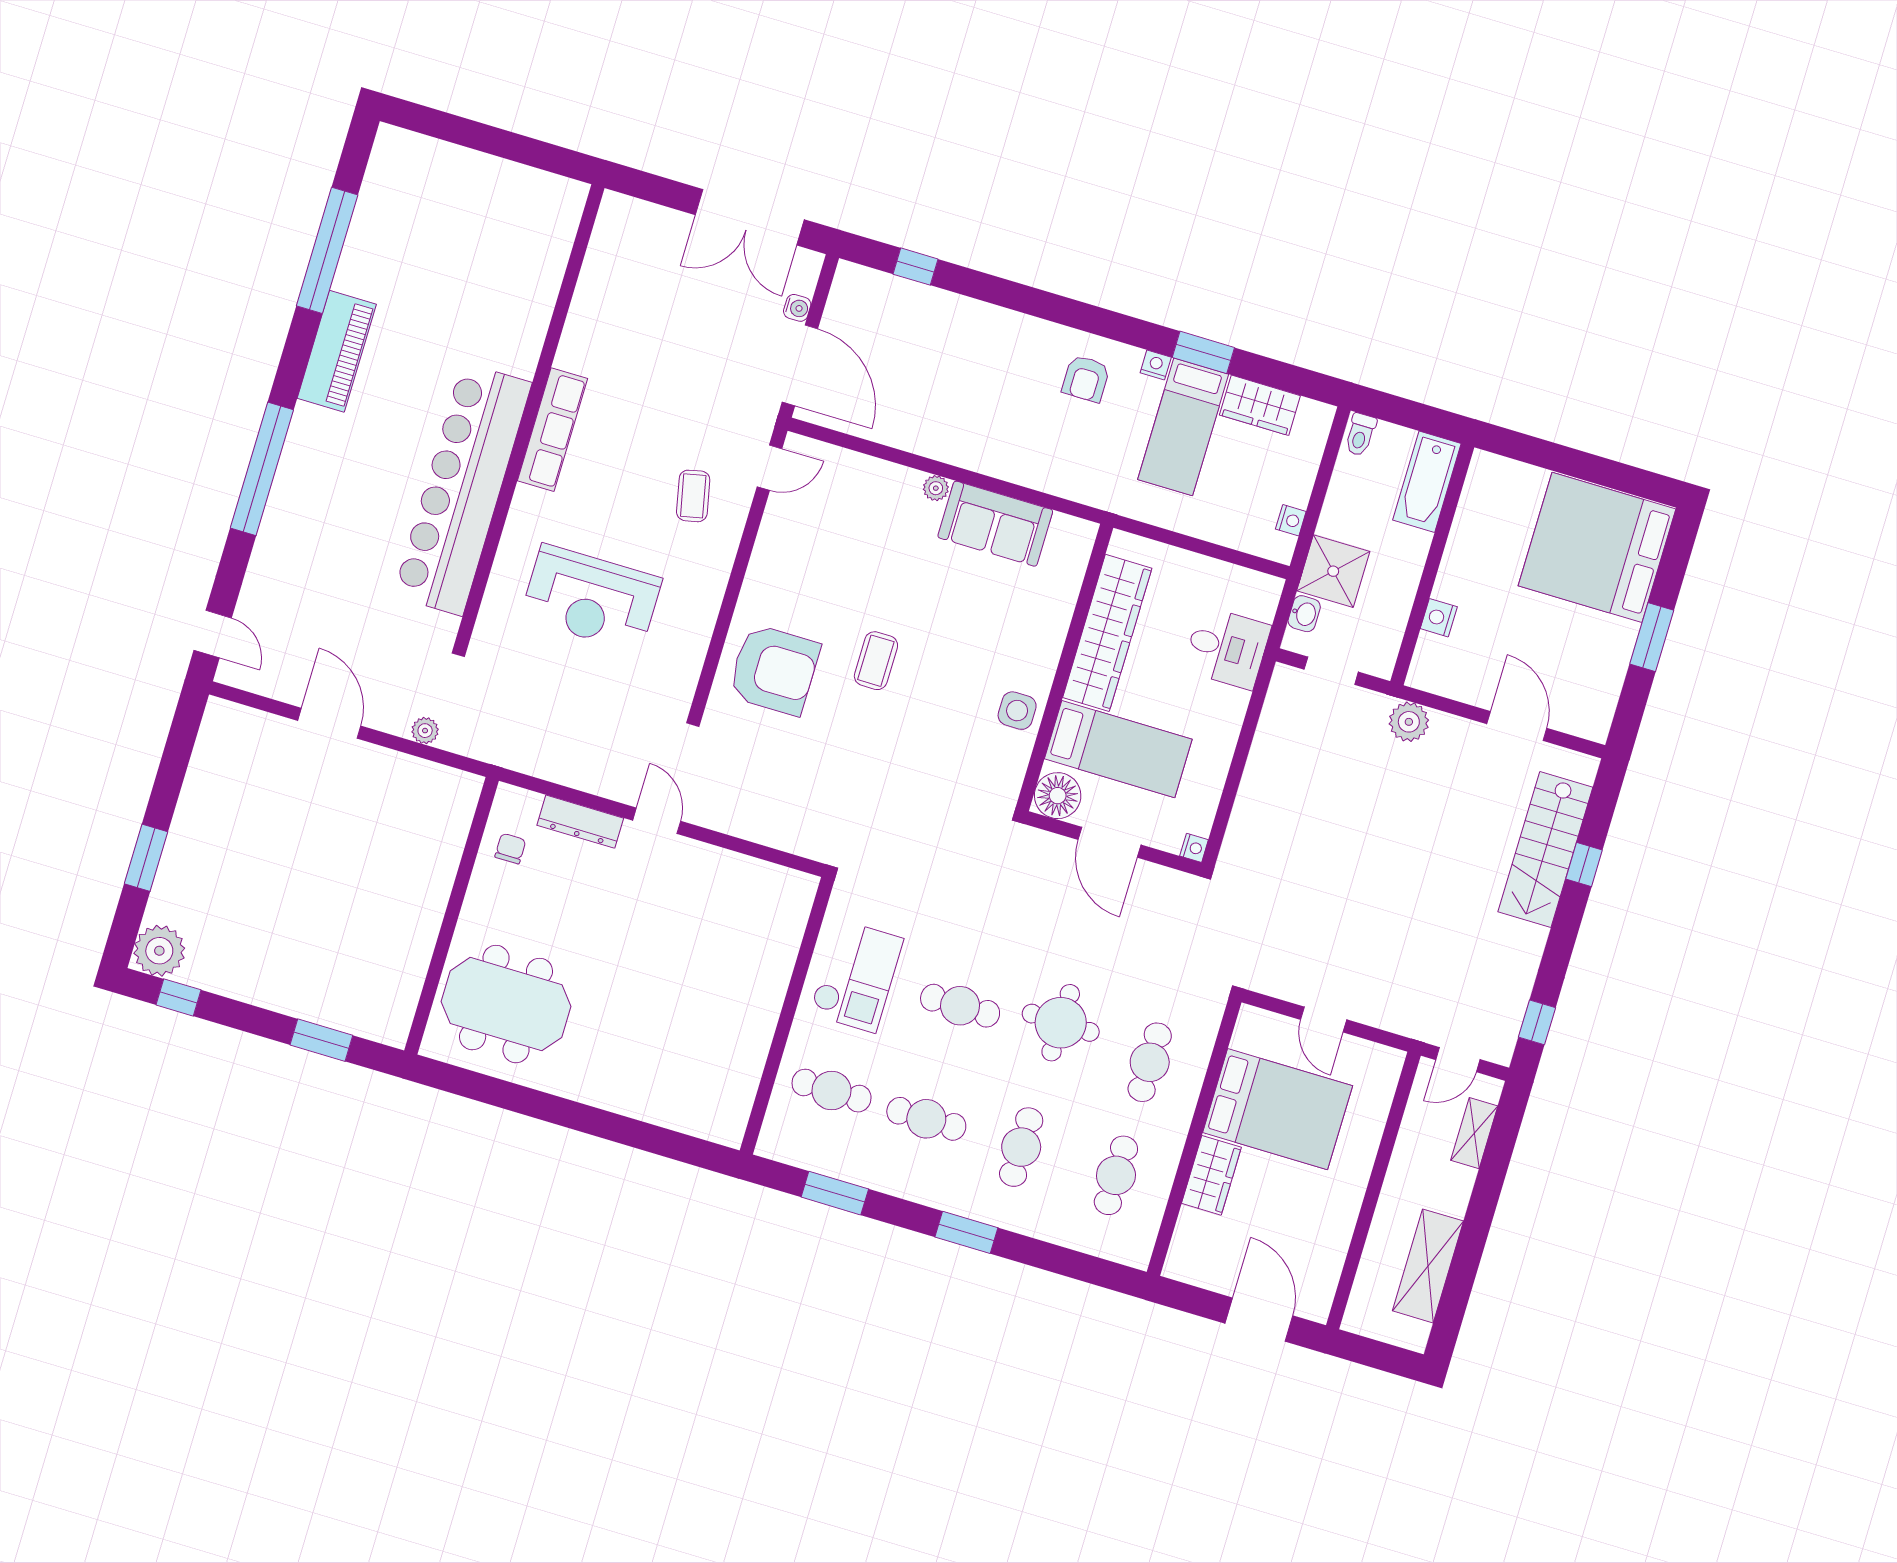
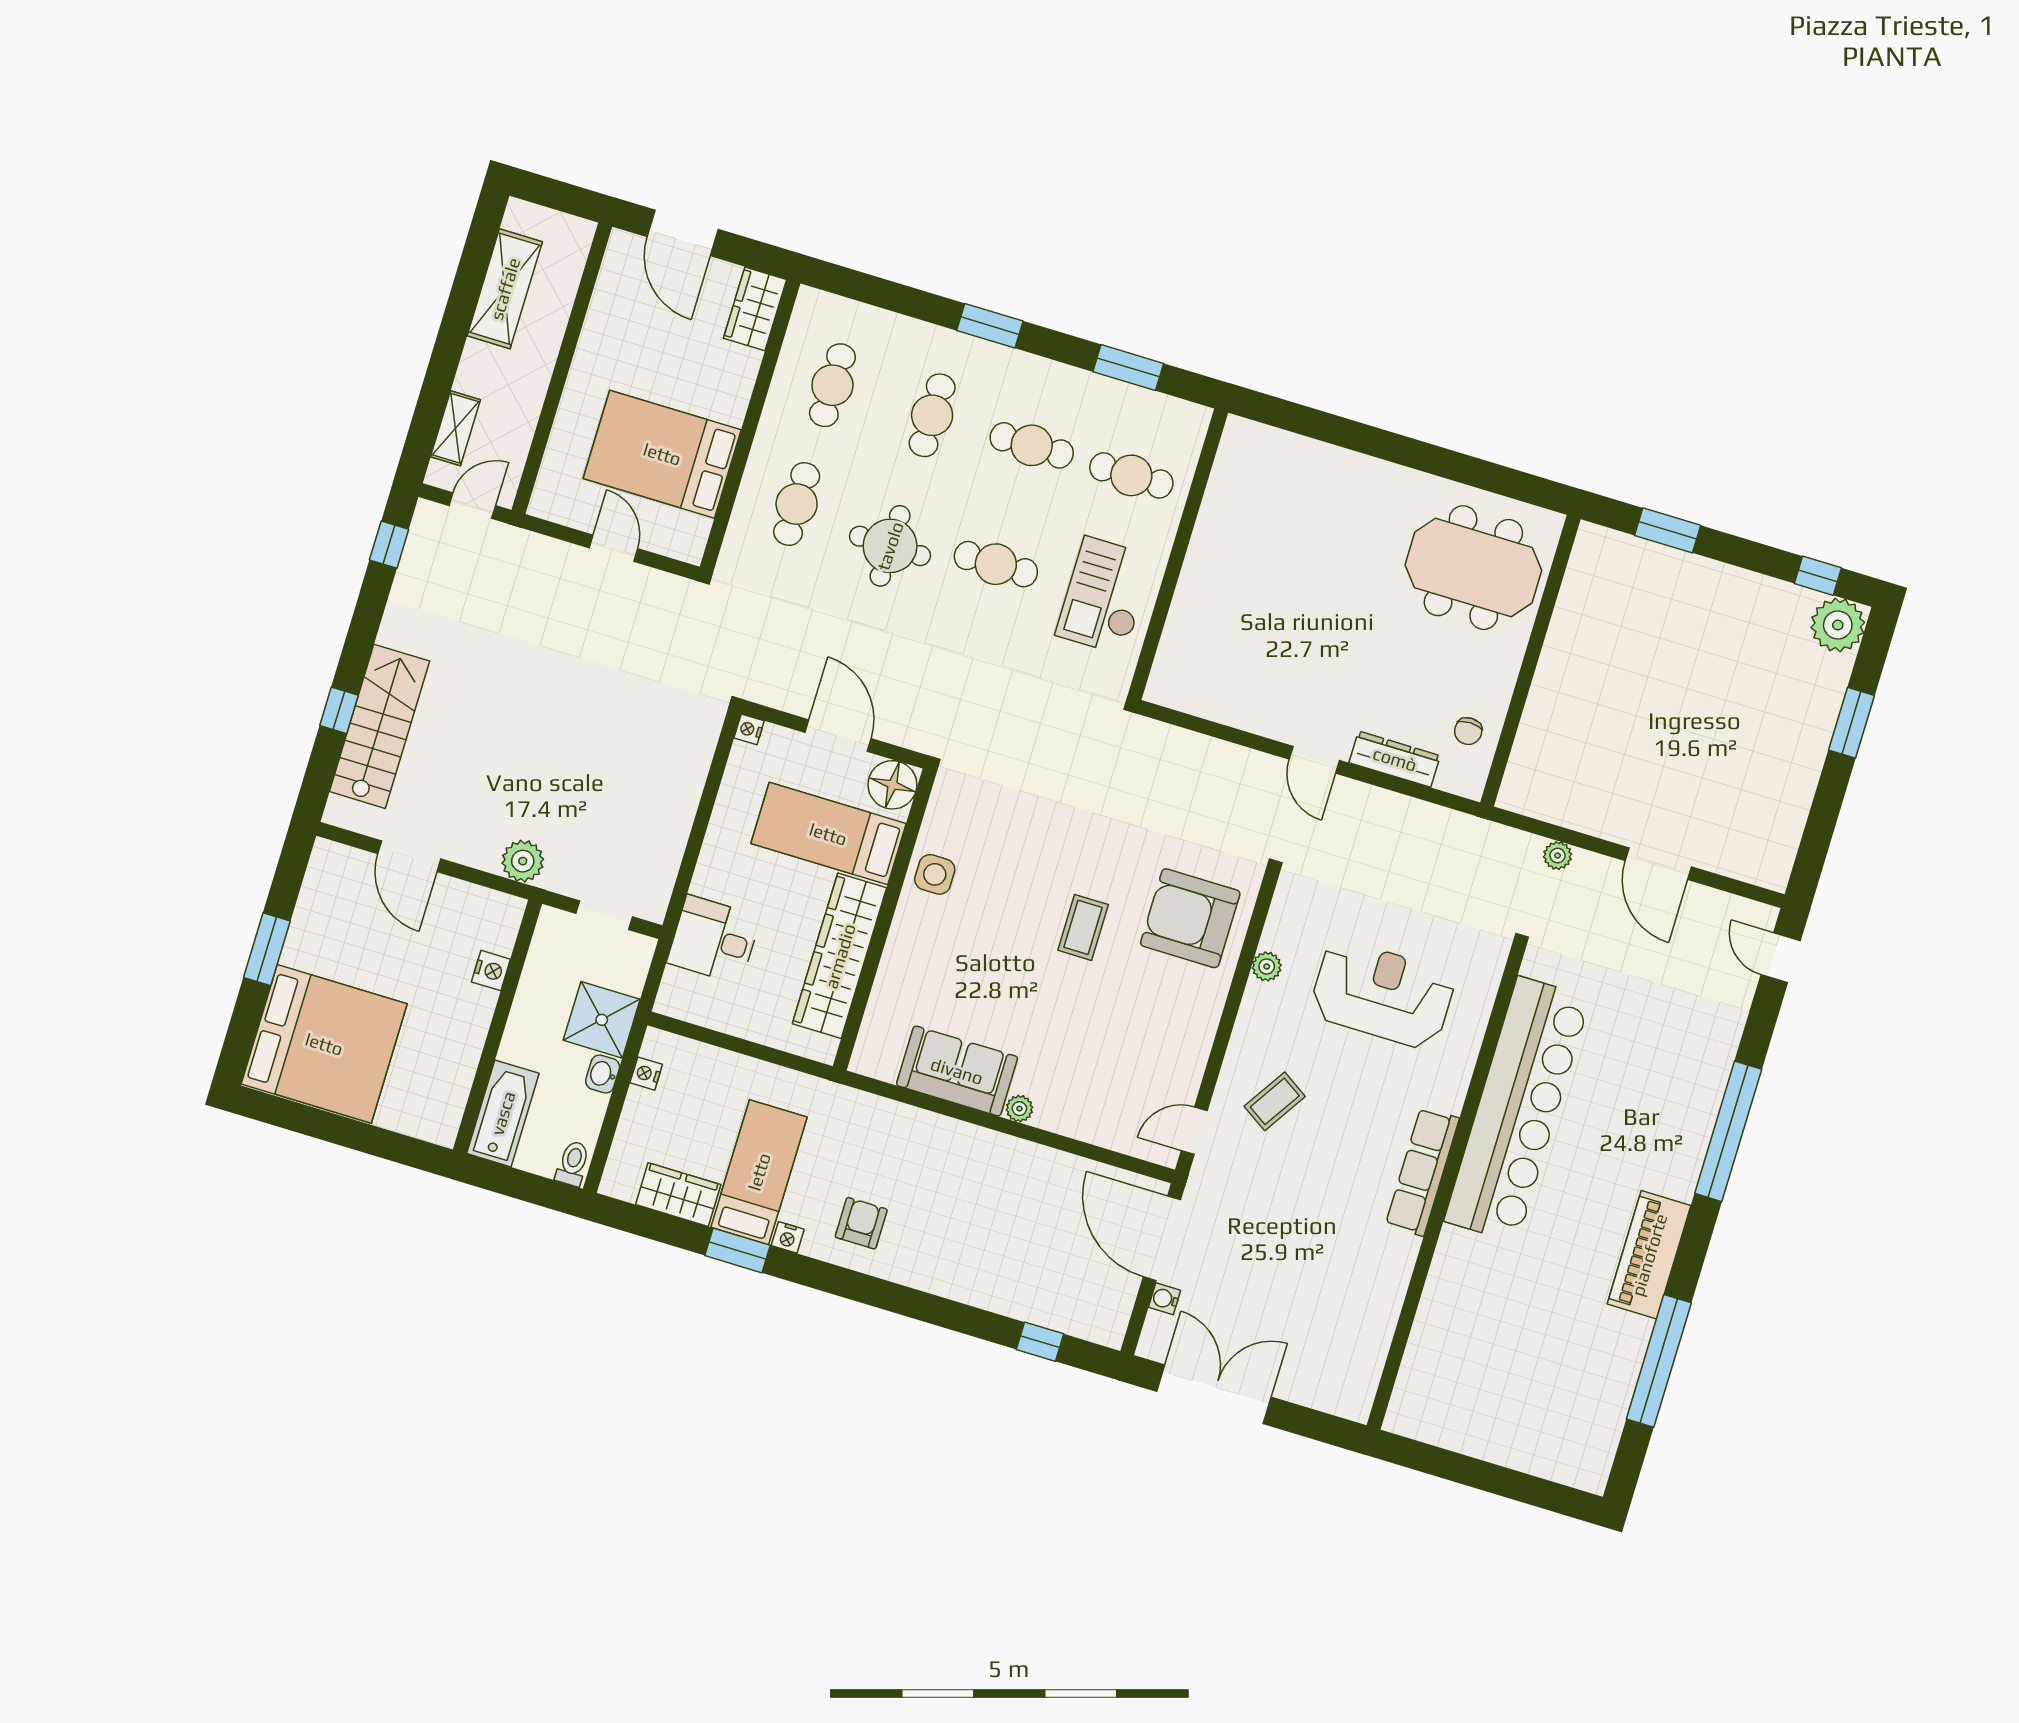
coffee table: (693, 496) -> (1275, 1101), turned 45
washbasin: (1304, 614) -> (603, 1074), moved
plant: (701, 624) -> (1267, 966), added
wardrobe: (1211, 1175) -> (755, 309), moved

